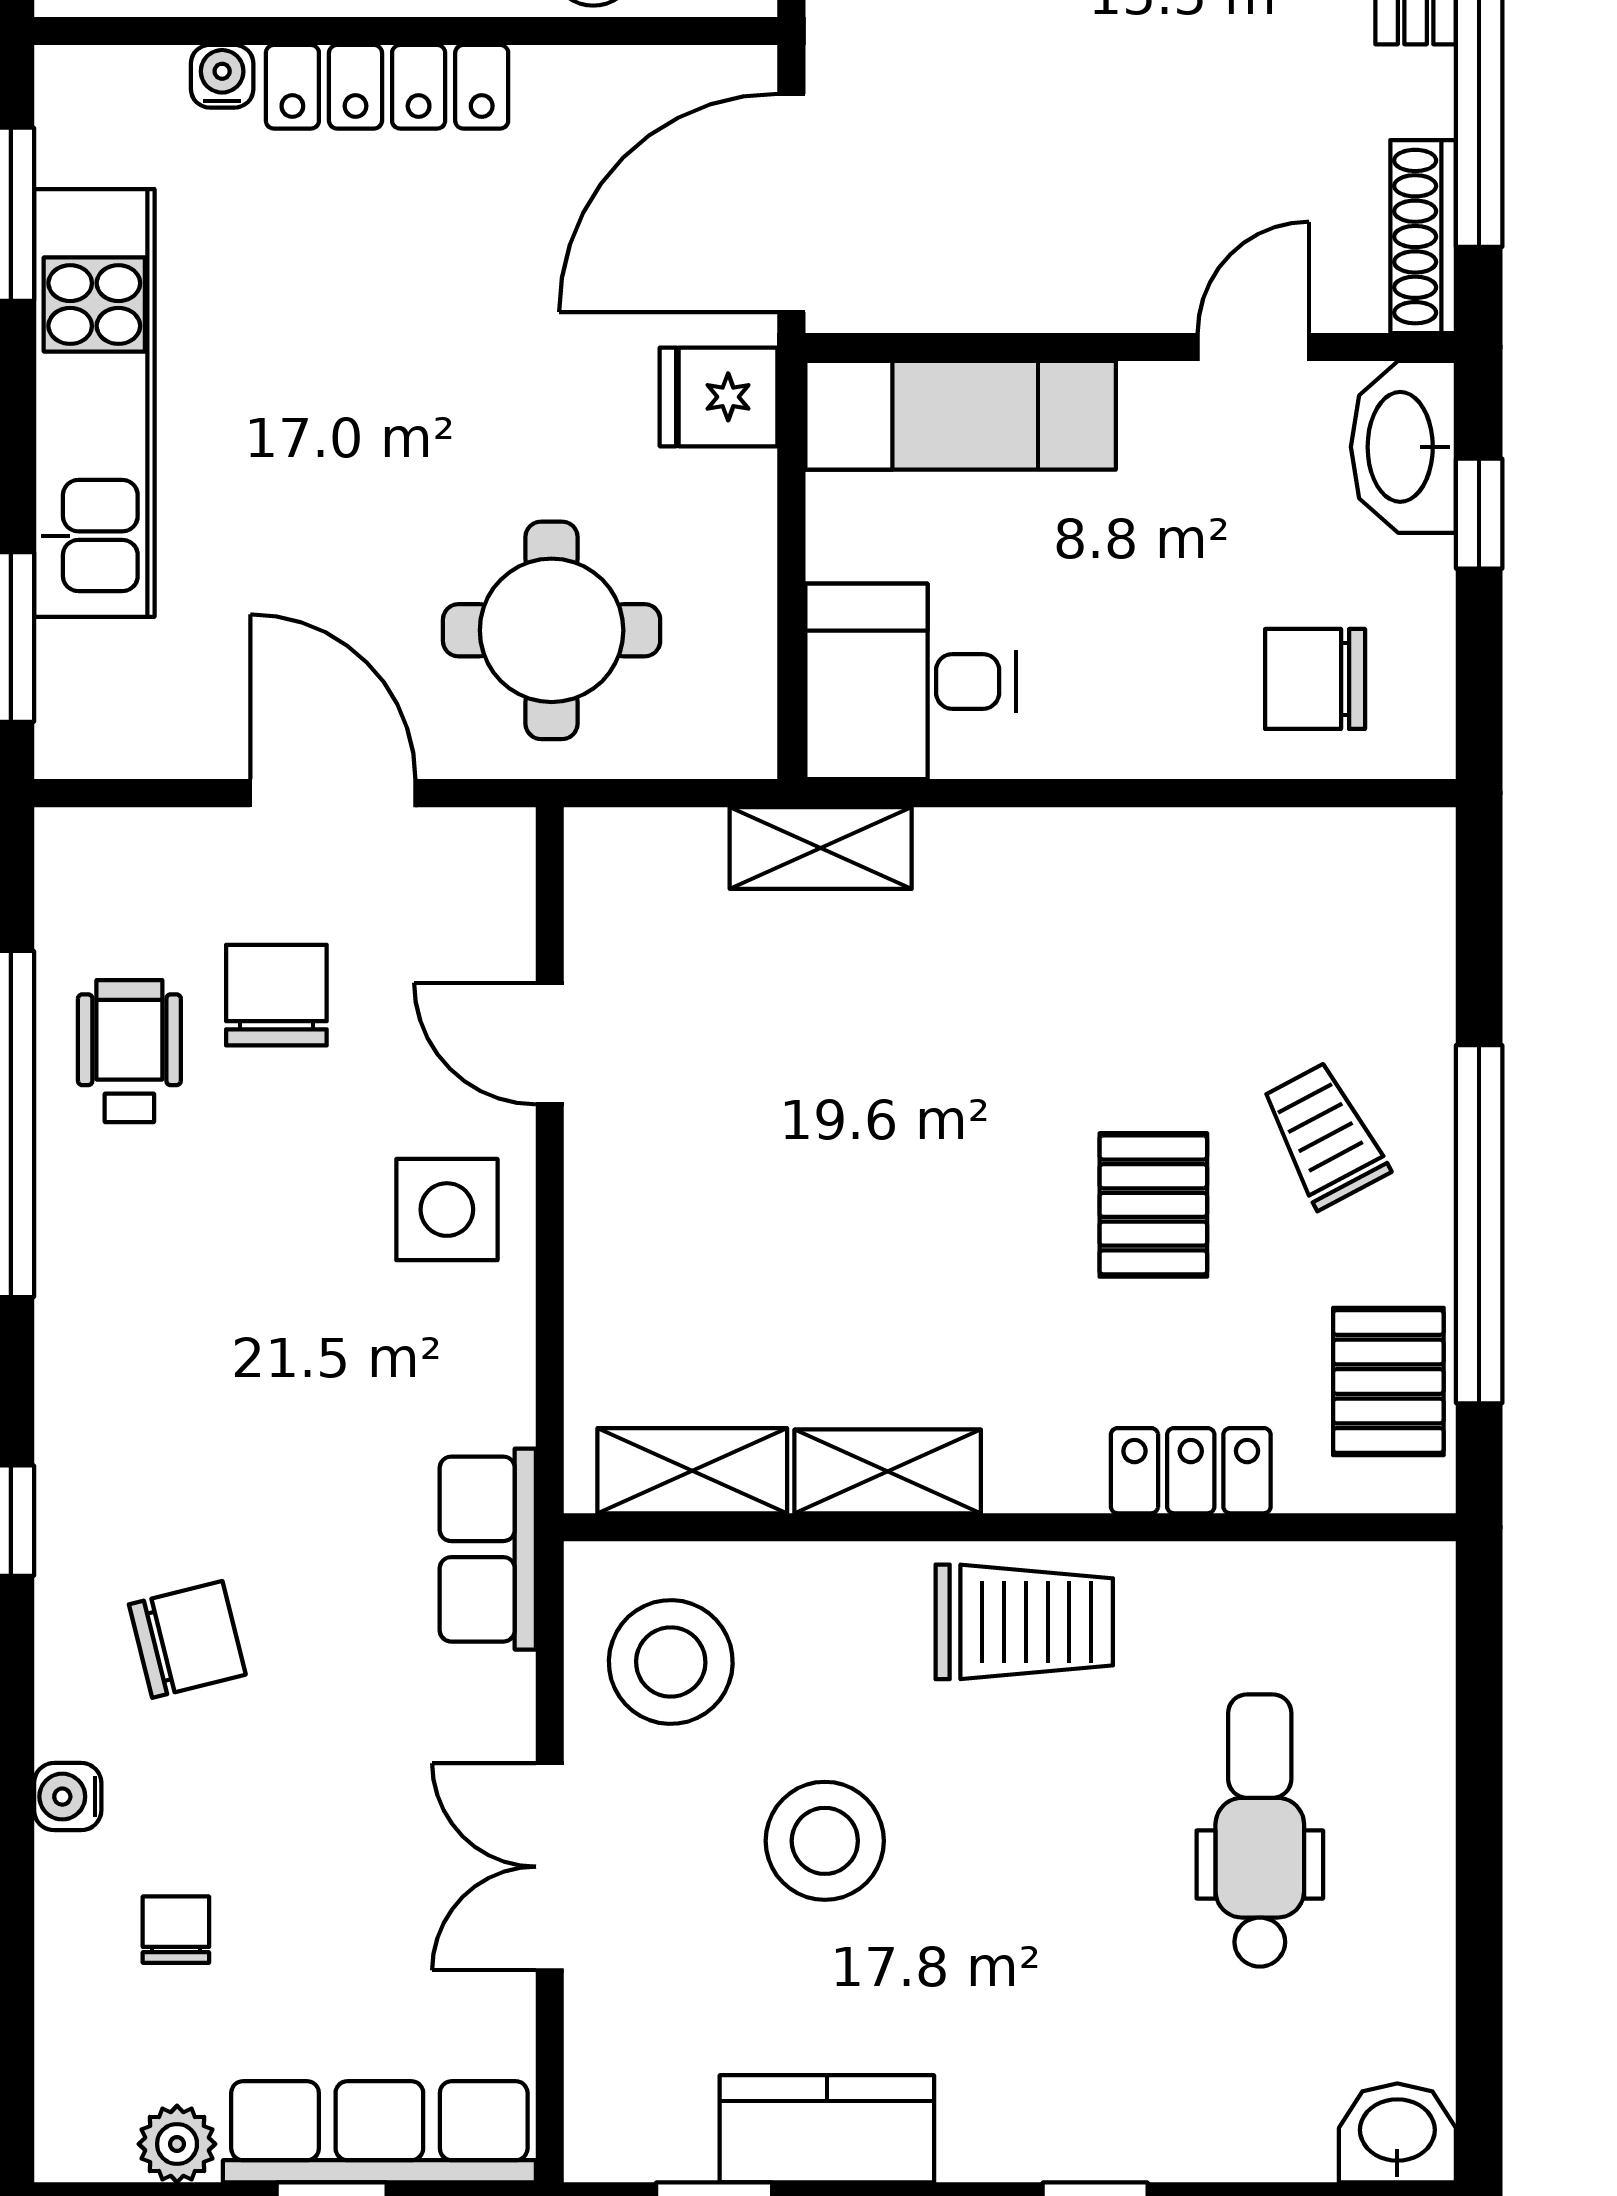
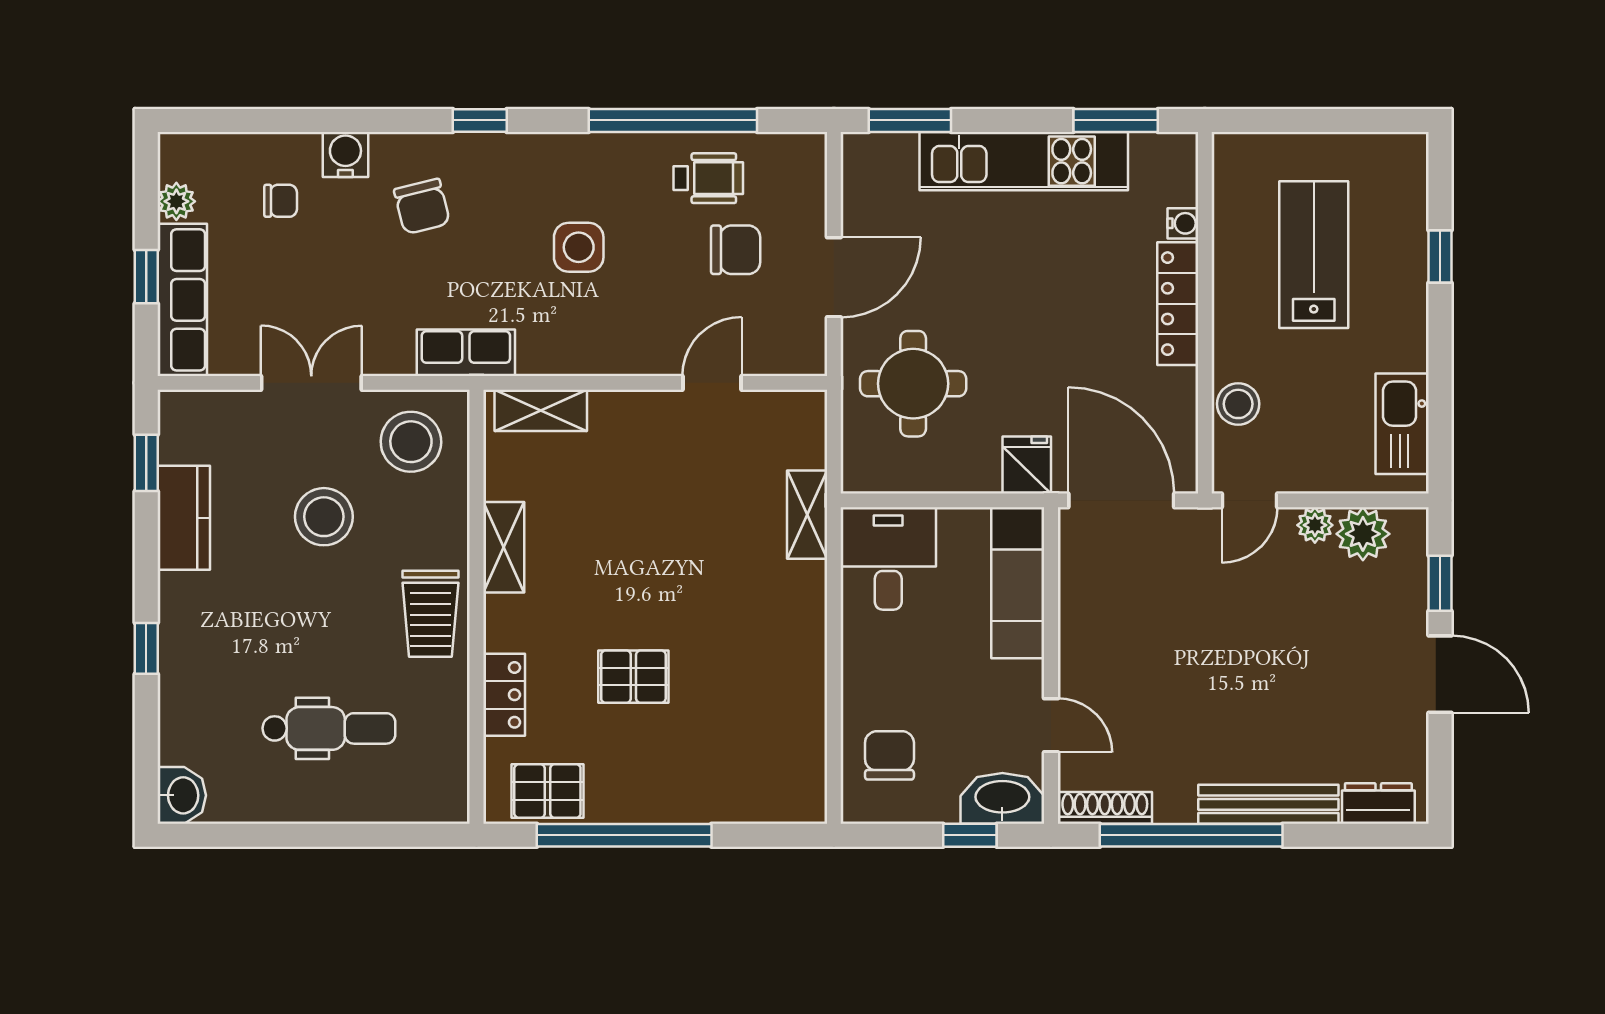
trolley: (1325, 1135) -> (667, 760), removed
side table: (447, 1210) -> (579, 247), moved
shelving: (692, 1471) -> (541, 410), moved, turned 90
water cooler: (68, 1797) -> (345, 154), width x1.38, depth x1.38

